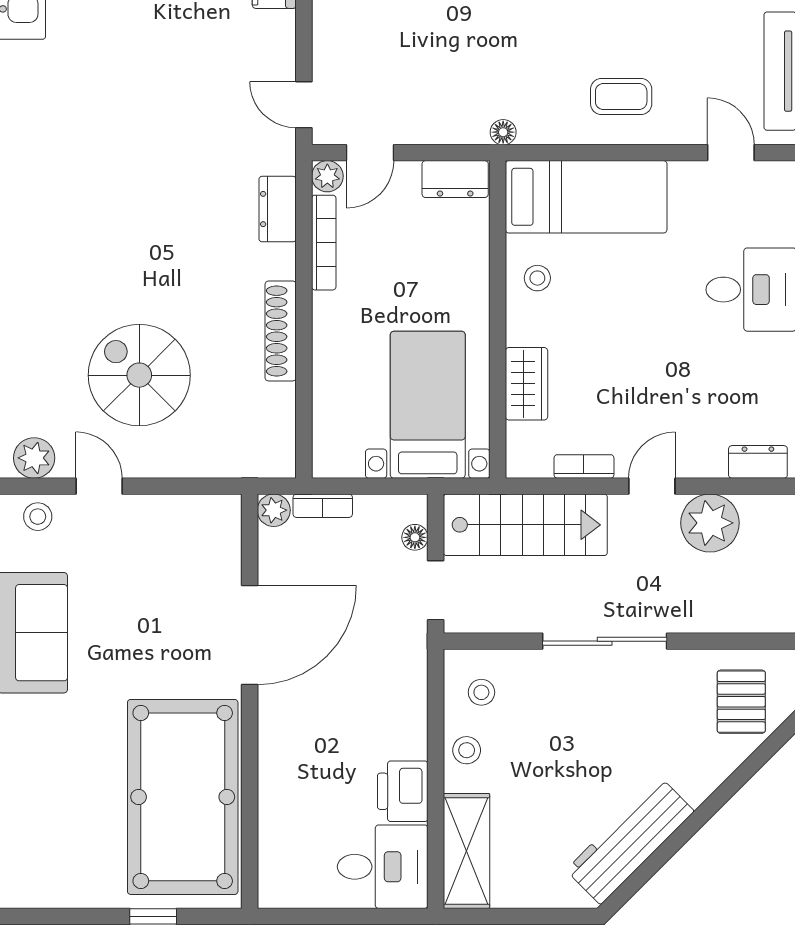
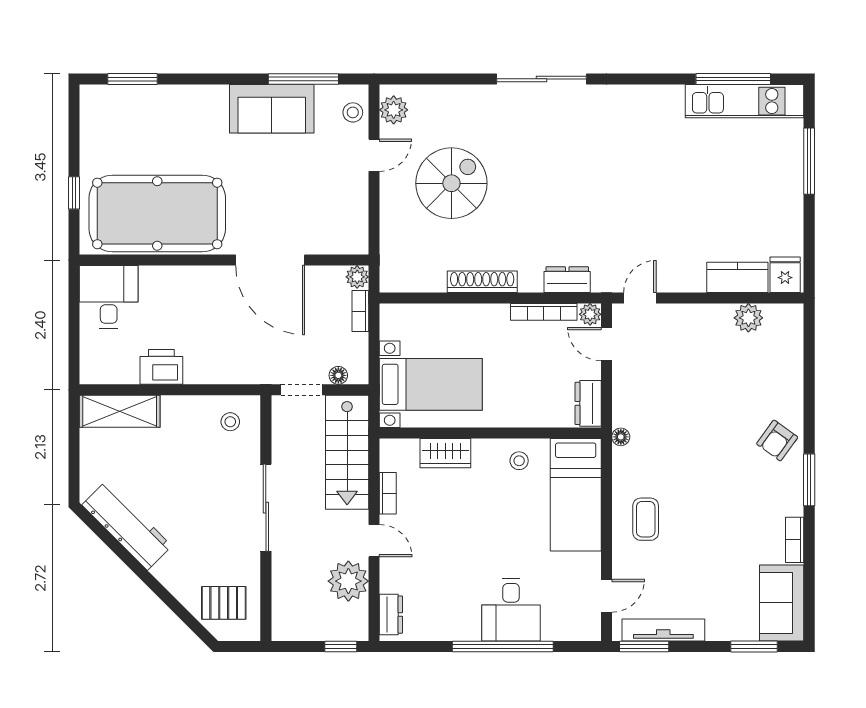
stool: (467, 750) -> (190, 411), removed
desk: (383, 867) -> (109, 297), moved, turned 180

